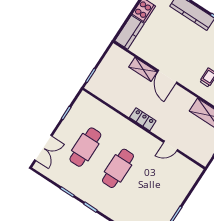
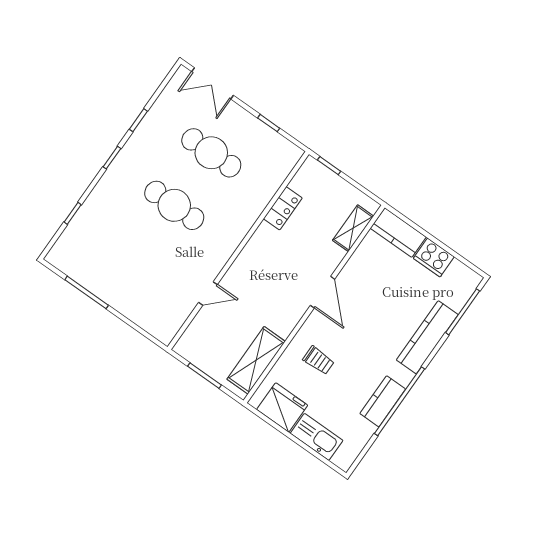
shelving: (143, 69) -> (353, 228), moved
door: (167, 77) -> (322, 292), swing flipped
locker: (143, 119) -> (283, 208), moved
door: (171, 146) -> (208, 293), swing flipped

